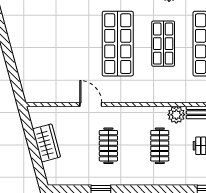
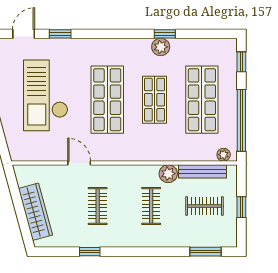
checkout: (59, 40) -> (46, 95), added
wardrobe: (46, 143) -> (35, 212), width x1.50

